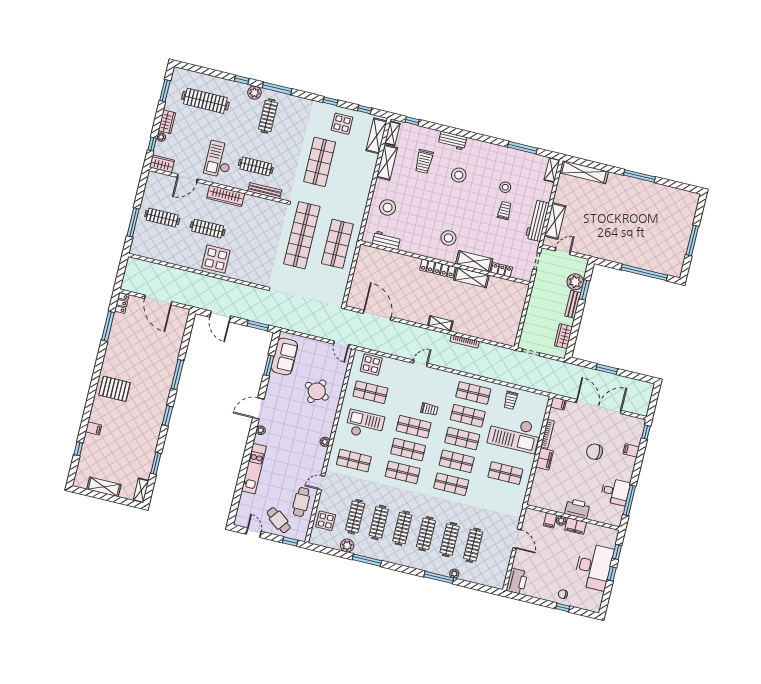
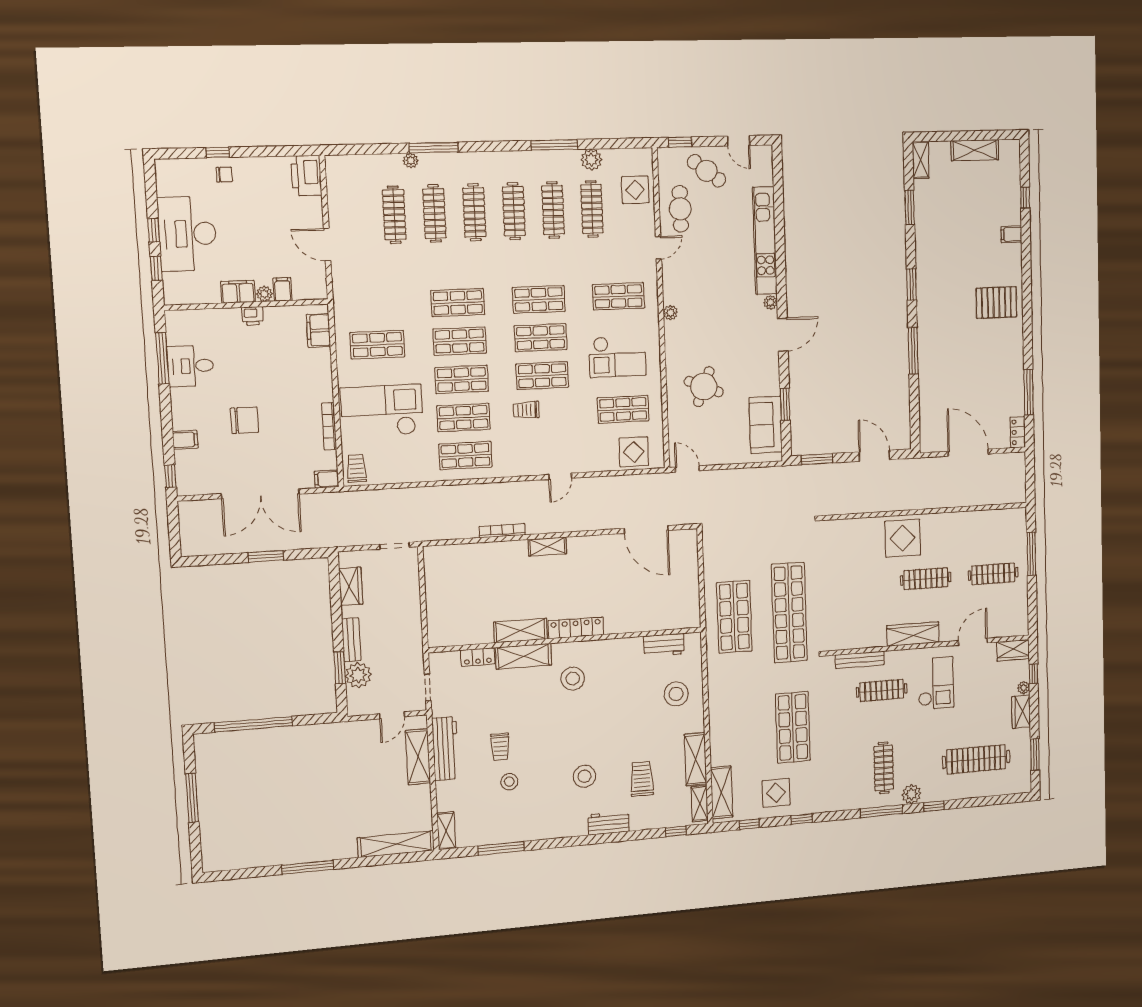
trolley: (511, 400) -> (357, 468), moved
filing cabinet: (544, 459) -> (319, 330), moved
kitchen unit: (254, 469) -> (765, 241), width x1.36
printer: (577, 509) -> (253, 316), width x0.53, depth x0.68

